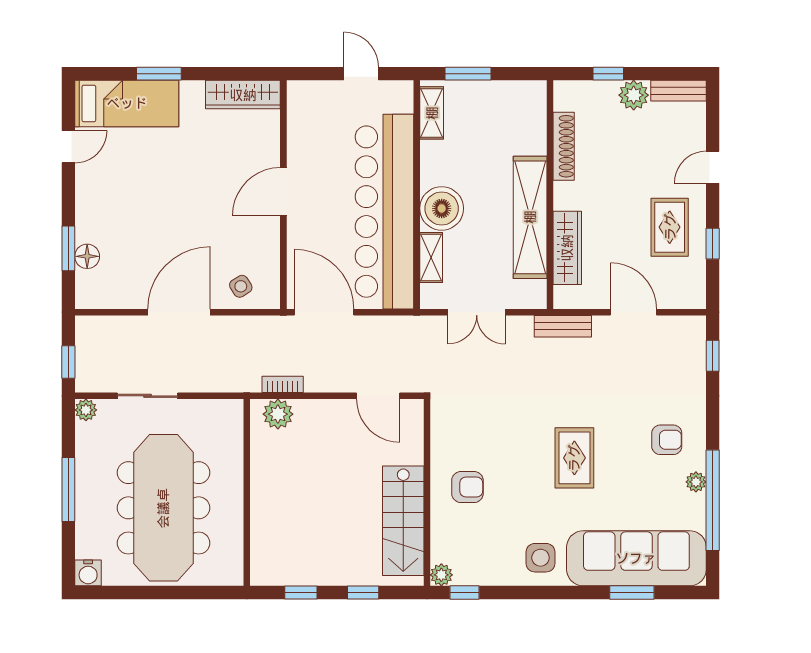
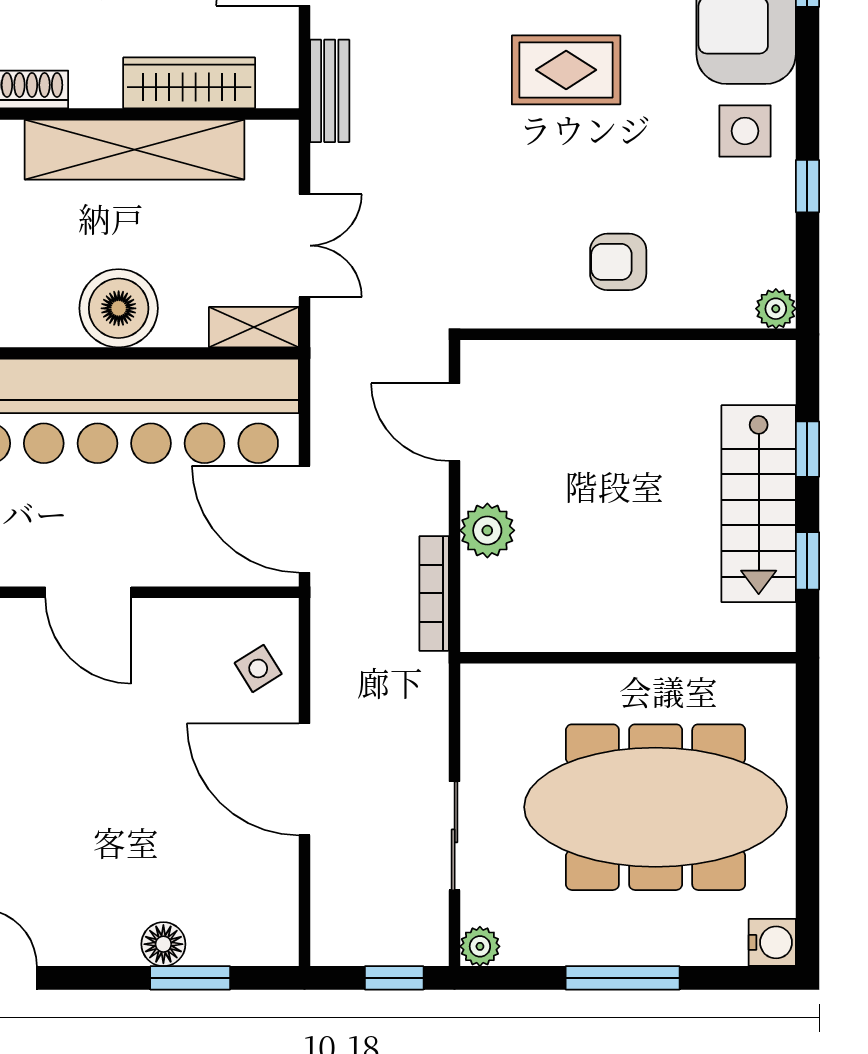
floor lamp: (87, 256) -> (163, 944), moved
shelving: (431, 257) -> (254, 327), moved
door: (324, 312) -> (305, 519), hinge flipped
bookcase: (283, 384) -> (434, 593), width x1.56
door: (378, 396) -> (455, 422), swing flipped
plant: (278, 414) -> (487, 530), moved
armchair: (467, 487) -> (618, 262), turned -90
stairs: (403, 521) -> (759, 504), moved, turned 90
window: (464, 593) -> (807, 186), moved

